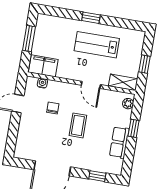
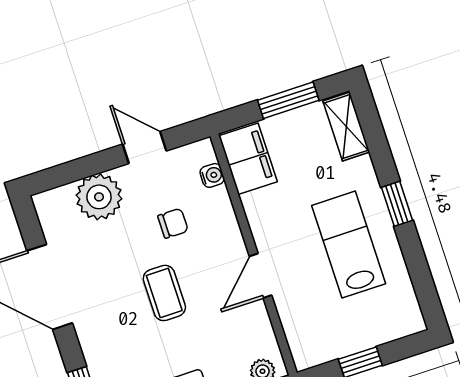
shelving: (123, 82) -> (346, 127), moved
coffee table: (78, 125) -> (164, 293), turned 90
plant: (28, 131) -> (99, 197), added

